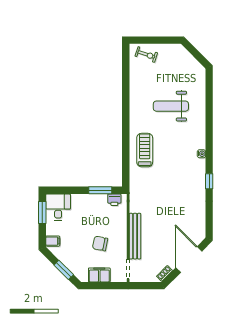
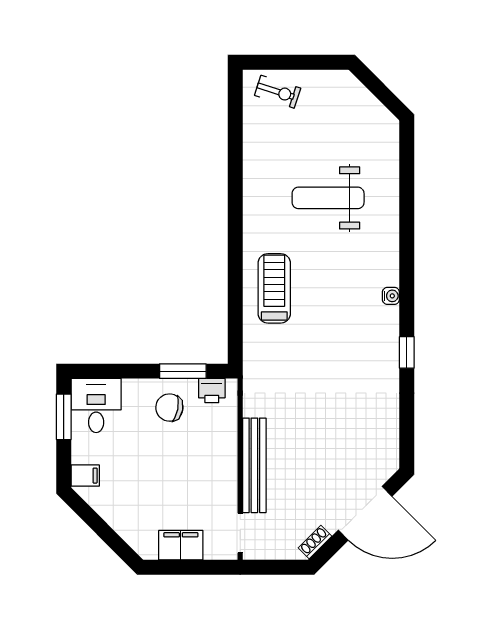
chair: (100, 244) -> (169, 408), moved
door: (189, 259) -> (365, 513), swing flipped
window: (64, 270) -> (108, 535), removed

